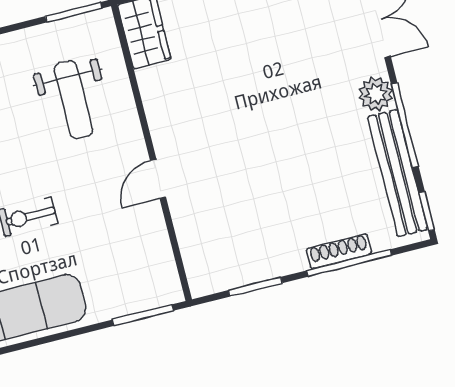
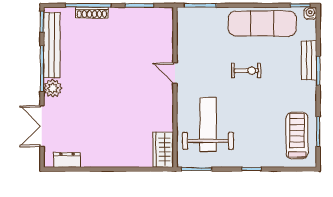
weight bench: (73, 100) -> (208, 124), width x1.36, depth x1.33
door: (158, 179) -> (175, 73), swing flipped

